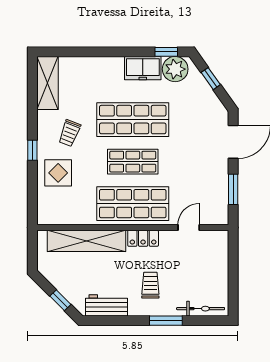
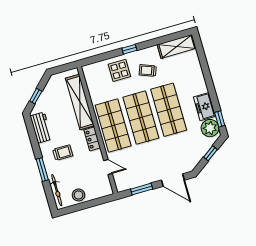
shop shelf: (133, 162) -> (141, 118), width x1.43, depth x1.36
stool: (216, 280) -> (78, 195), added

